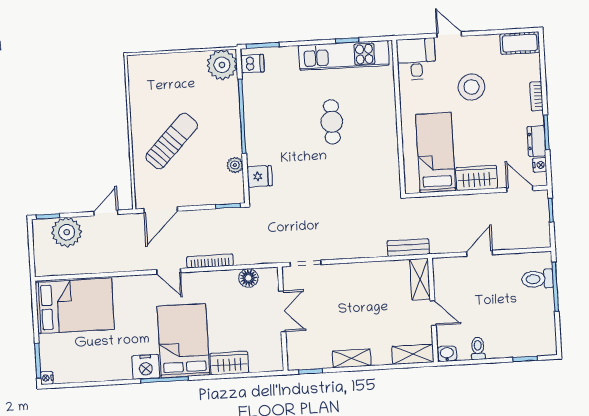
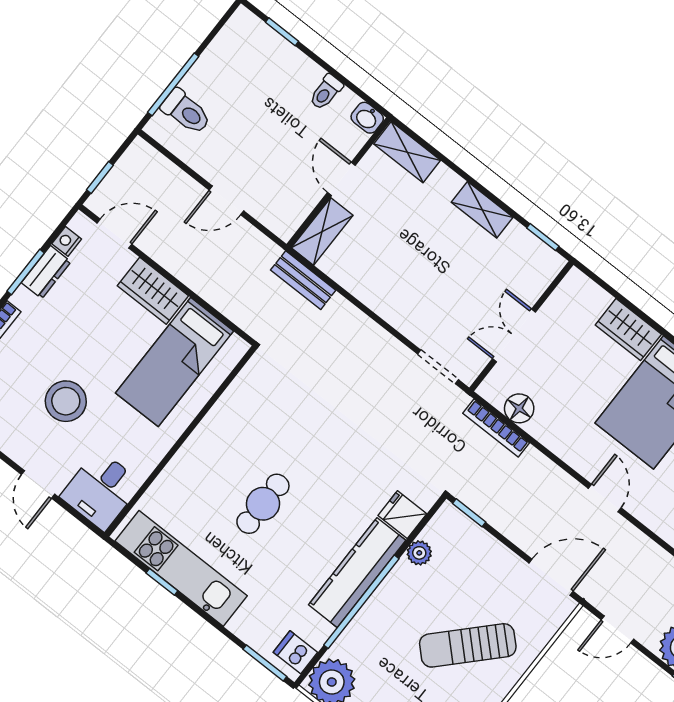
kitchen counter: (257, 129) -> (357, 573), added
door: (520, 189) -> (114, 234), swing flipped
bookcase: (210, 261) -> (496, 428), moved

